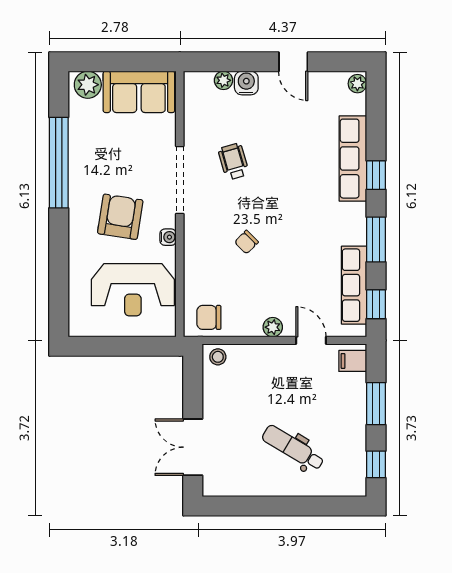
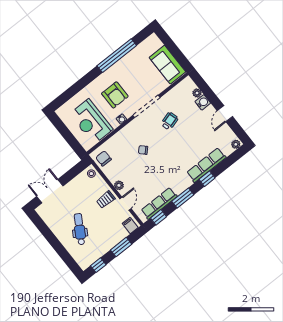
plant: (88, 85) -> (155, 43), removed
armchair: (120, 217) -> (115, 95), turned 81
trolley: (279, 367) -> (106, 200), added

